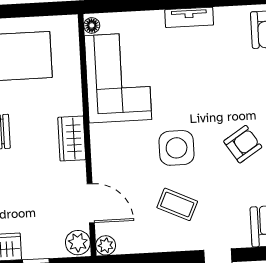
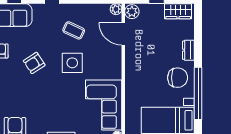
wardrobe: (72, 138) -> (132, 72), removed

